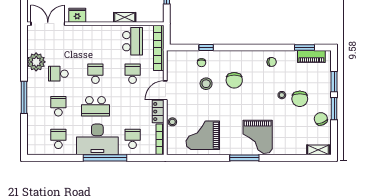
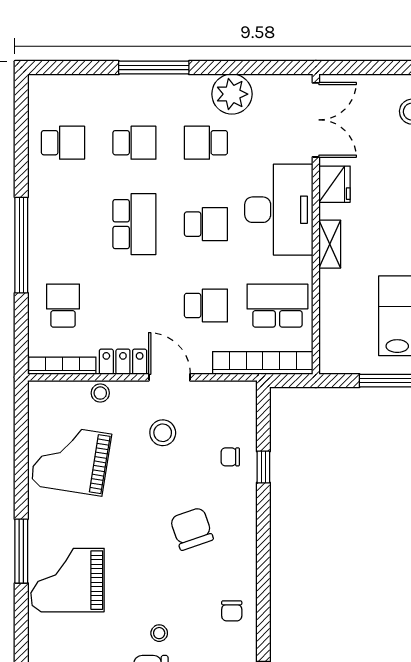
shelving: (125, 17) -> (330, 244), moved
school desk: (133, 41) -> (277, 306), turned 180
school desk: (58, 74) -> (206, 143), turned -90
chair: (234, 80) -> (192, 529), turned 71
stool: (206, 84) -> (163, 433), moved
school desk: (95, 106) -> (134, 224), turned 180
grand piano: (203, 135) -> (71, 460), turned -81
desk: (97, 139) -> (279, 210), moved, turned 180
school desk: (133, 139) -> (63, 306), turned -90

